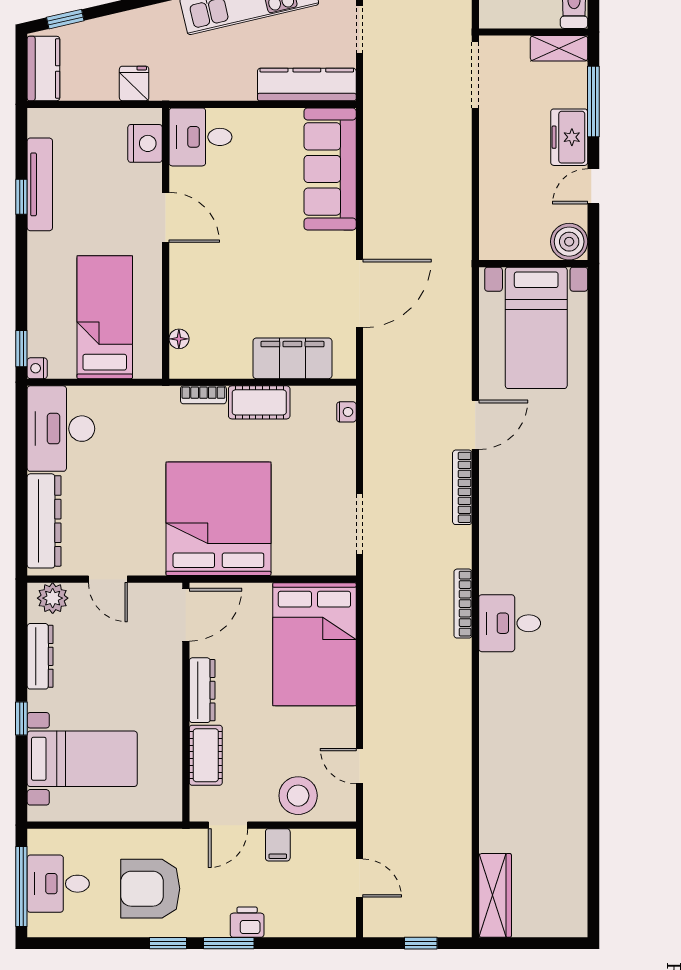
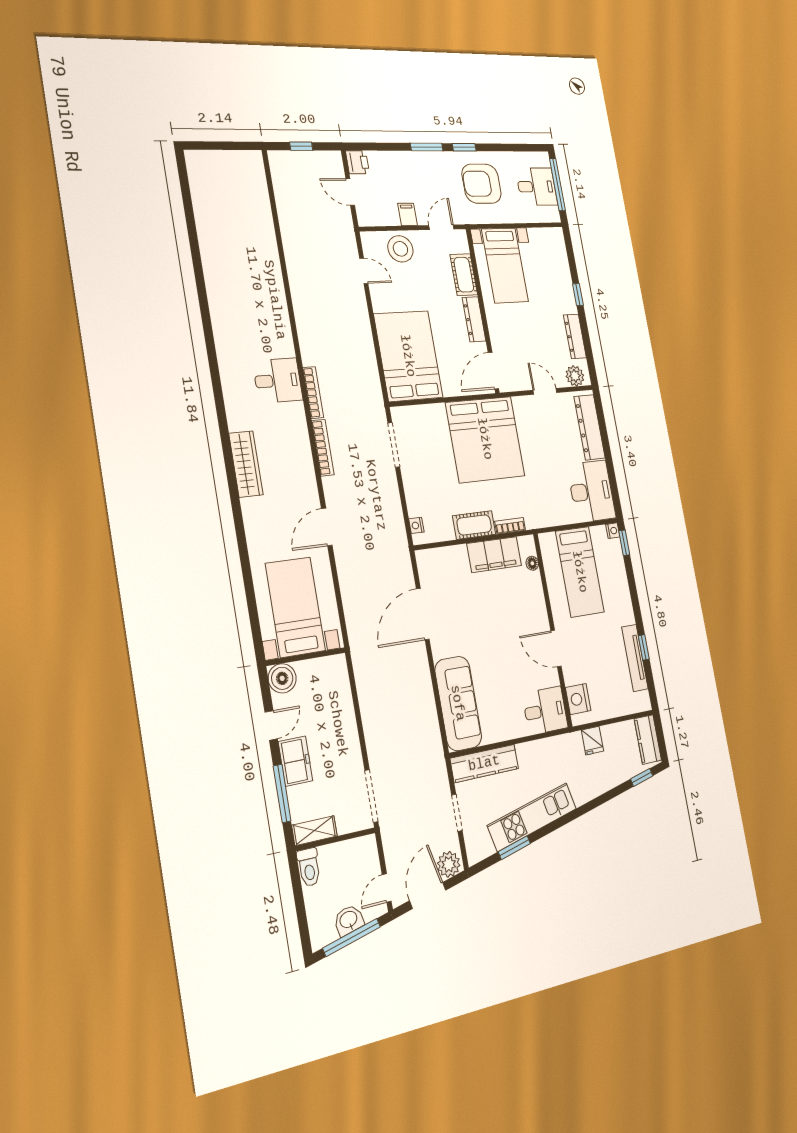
filing cabinet: (292, 358) -> (494, 555), moved
bookcase: (462, 487) -> (323, 448), moved
bed with nightstands: (82, 759) -> (505, 265), moved, turned -90
armchair: (150, 889) -> (482, 184), turned 180
wardrobe: (495, 895) -> (246, 464), moved, turned 180
printer: (247, 922) -> (357, 162), moved, turned -90

